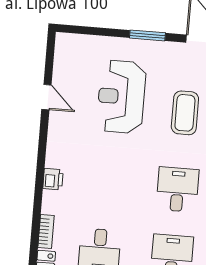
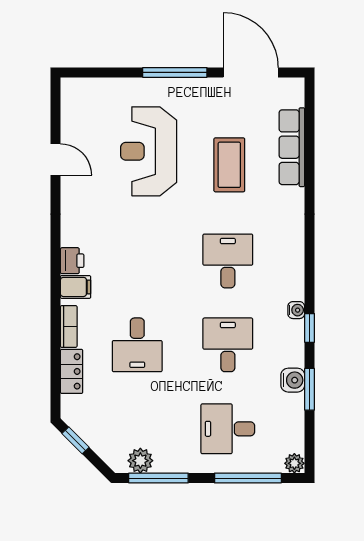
window: (147, 35) -> (175, 72), width x1.44
filing cabinet: (54, 200) -> (76, 287), added

